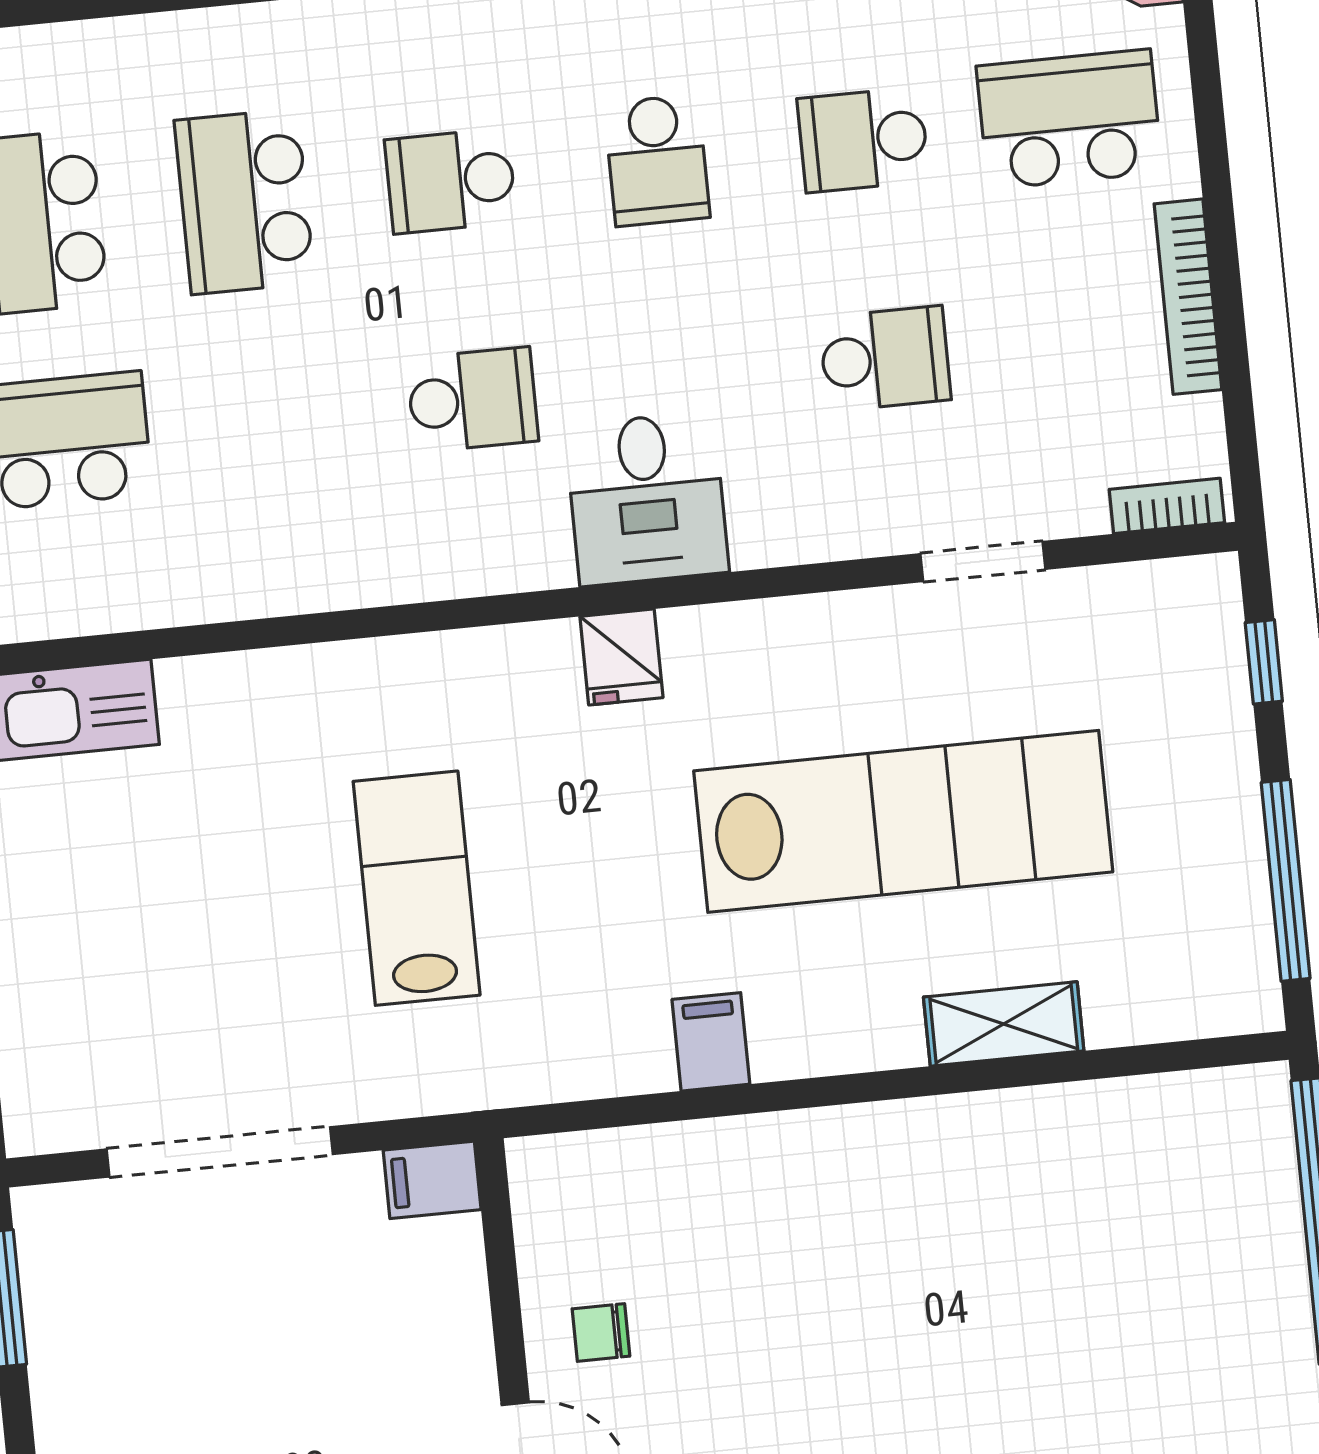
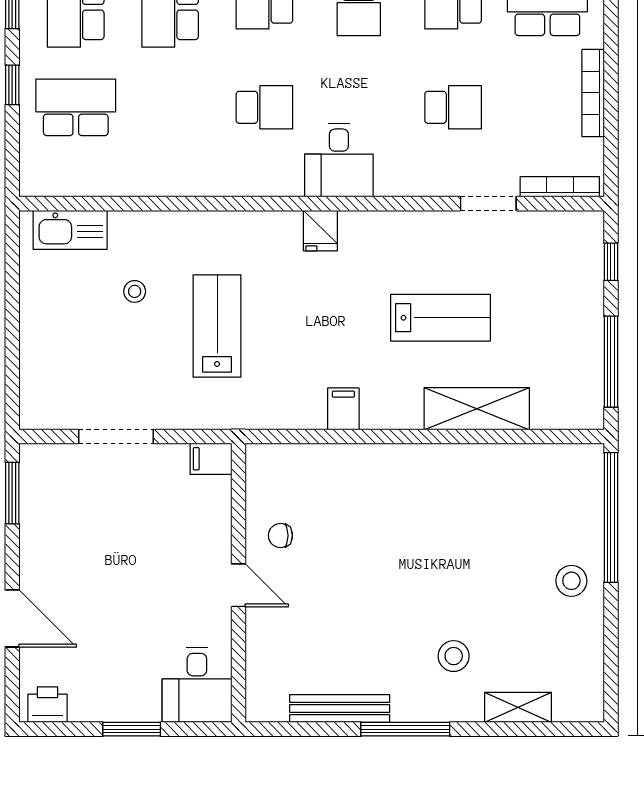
bookcase: (1167, 506) -> (560, 187), width x1.56
lab bench: (903, 821) -> (440, 318), width x0.54, depth x0.72
stool: (229, 831) -> (135, 291), added
shelving: (1004, 1024) -> (477, 409), width x1.50, depth x1.33
doorway: (220, 1152) -> (116, 436), width x0.73
stool: (1247, 1368) -> (571, 581), added

